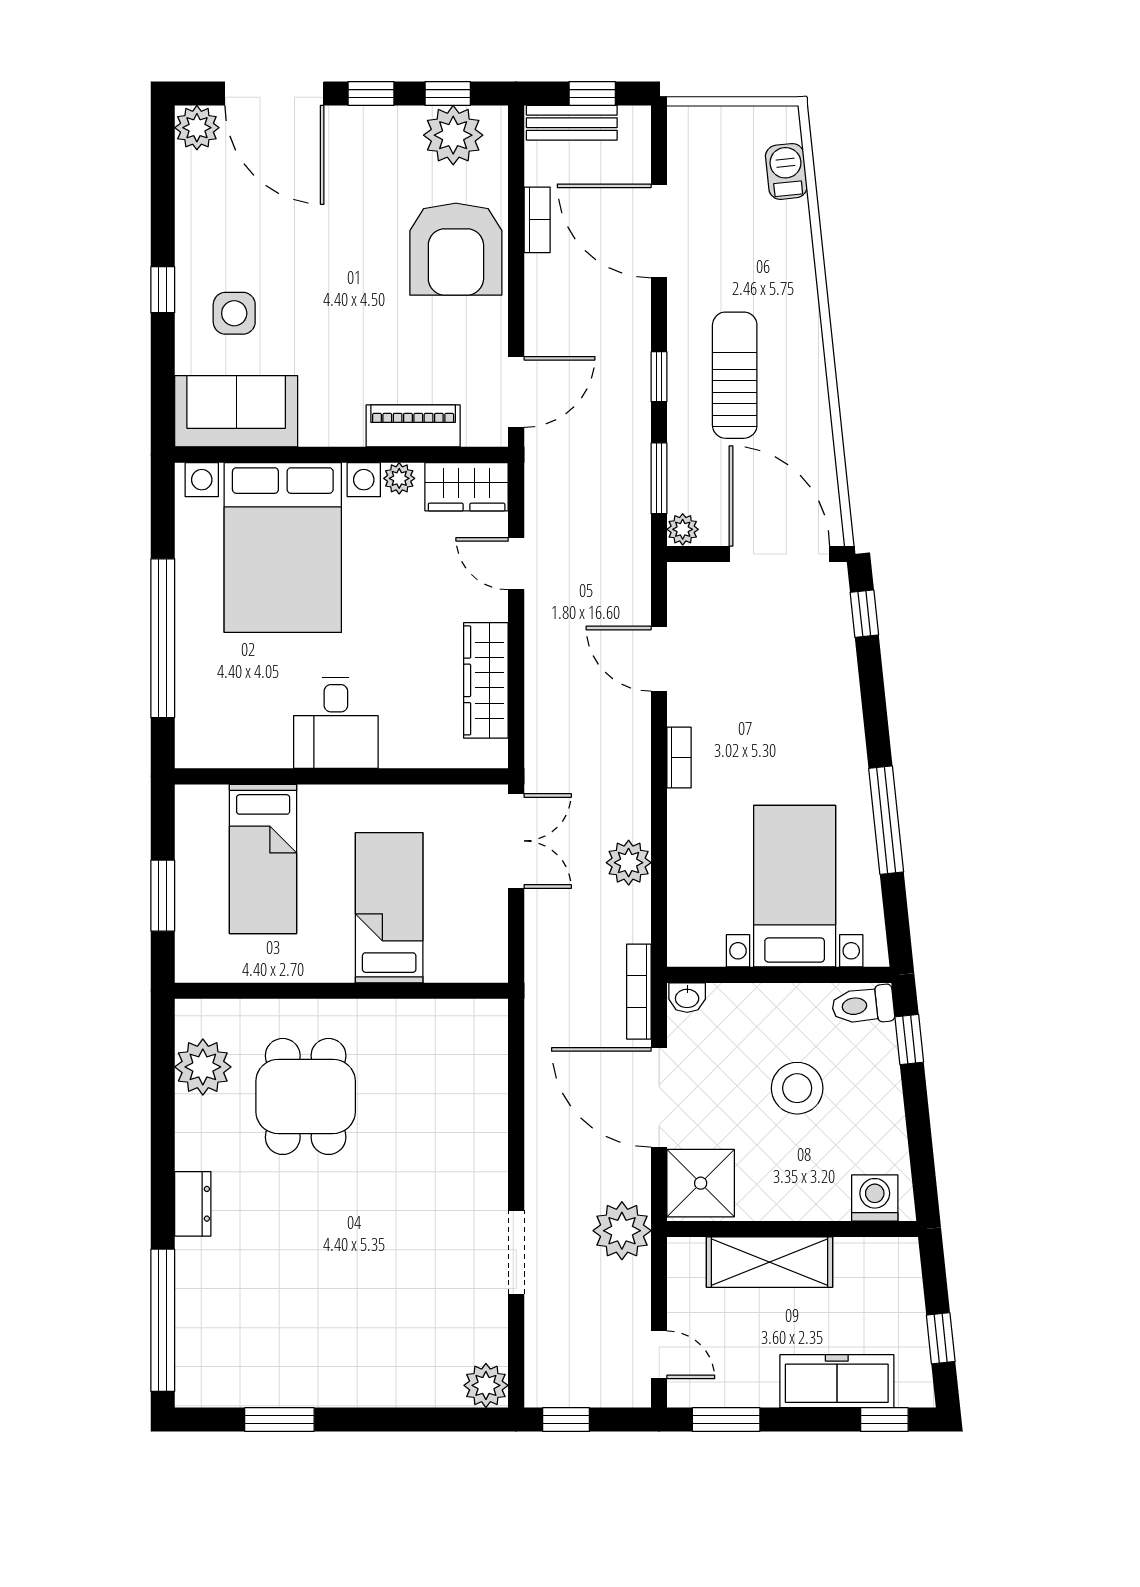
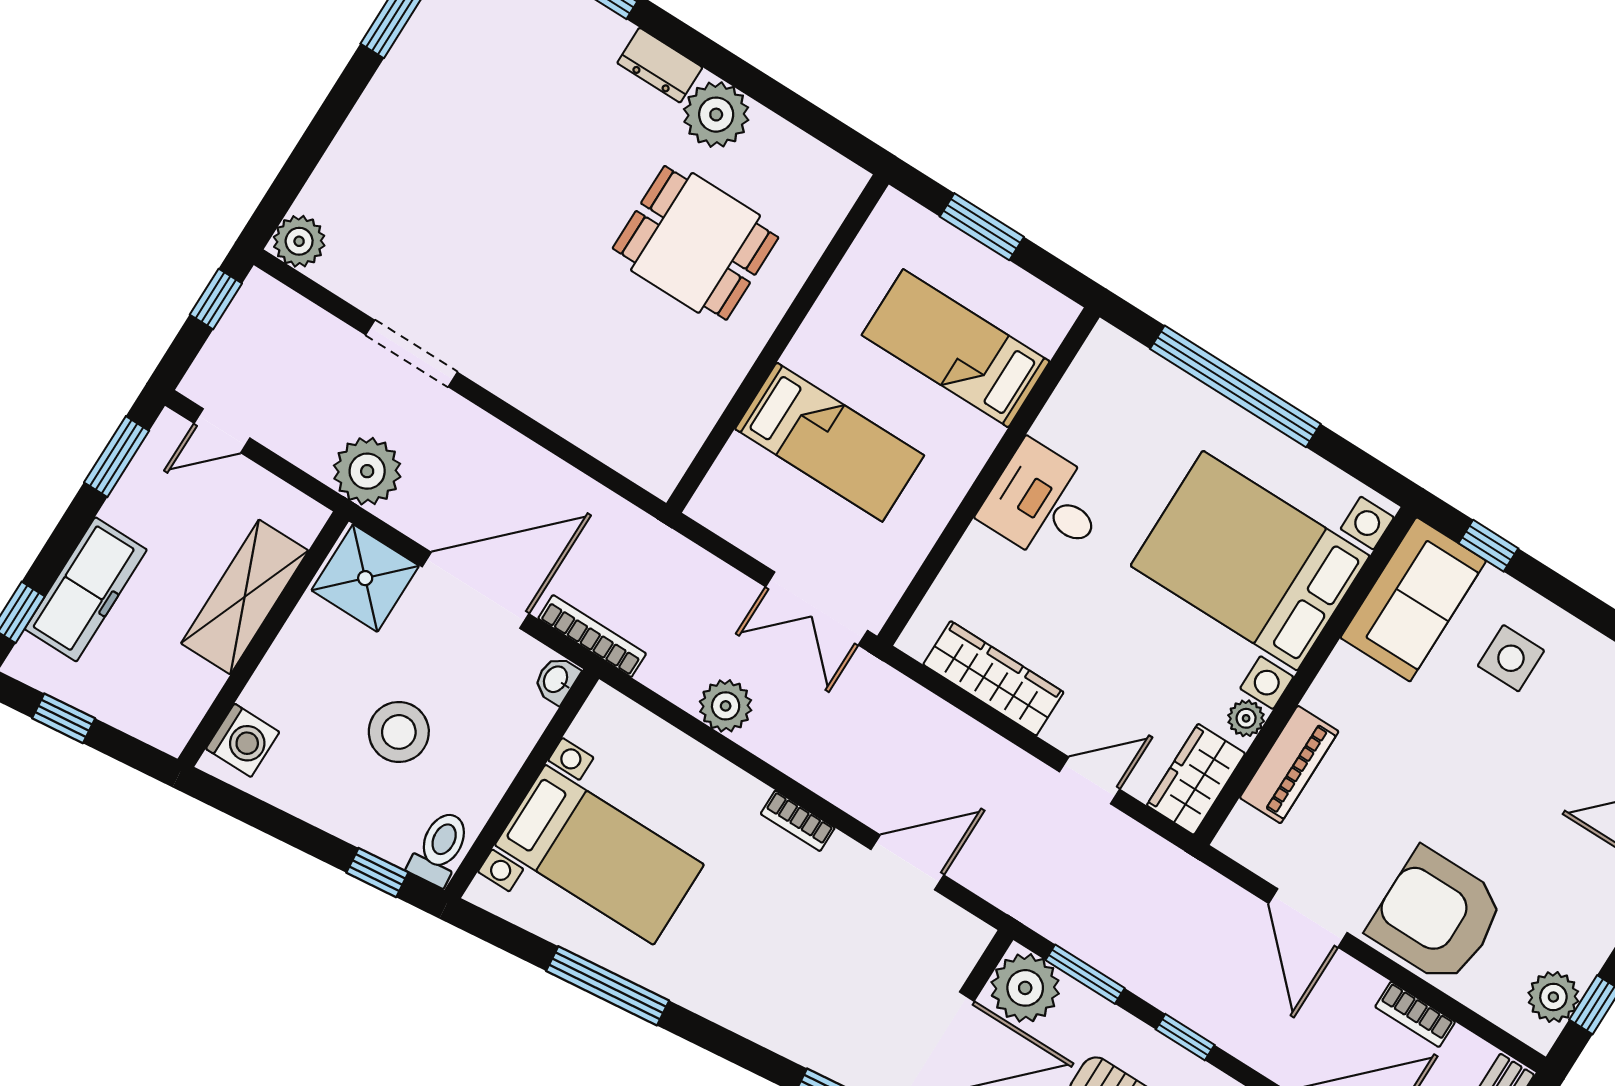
plant: (453, 135) -> (1553, 997), width x0.73, depth x0.73
window: (163, 290) -> (1488, 546), moved
door: (516, 392) -> (1308, 918), moved
plant: (683, 529) -> (1025, 988), width x1.88, depth x1.88
plant: (203, 1067) -> (716, 115), moved

